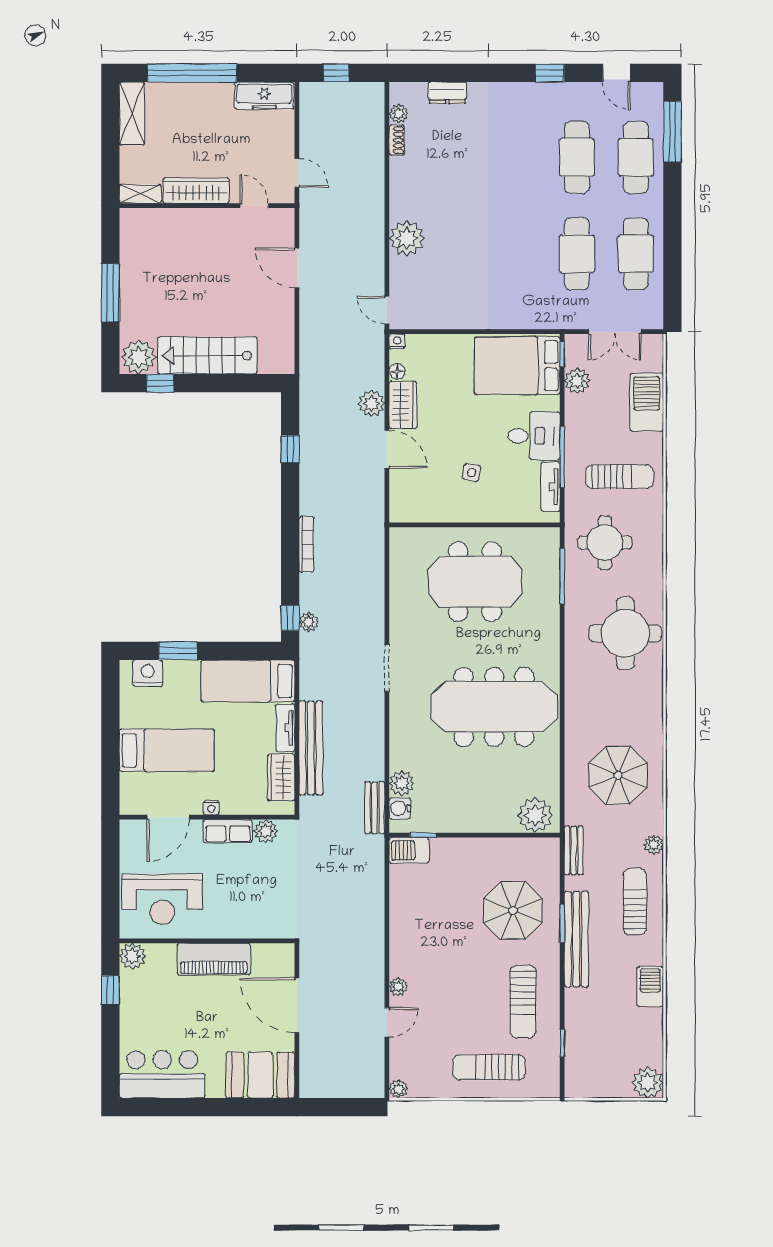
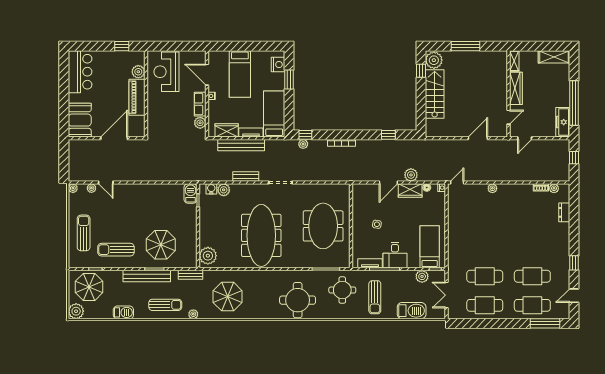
window: (192, 73) -> (574, 103), moved
plant: (407, 238) -> (492, 188), width x0.53, depth x0.53
bed: (517, 366) -> (430, 247), width x0.67
bench: (375, 808) -> (246, 177), moved
plant: (132, 956) -> (138, 72), moved
plant: (398, 987) -> (91, 188), moved
parasol: (599, 1056) -> (89, 287), added

